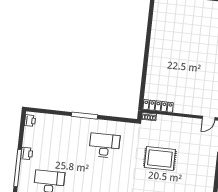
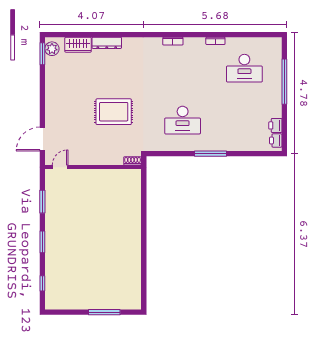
locker: (158, 106) -> (123, 175), removed
printer: (27, 153) -> (275, 125), moved

